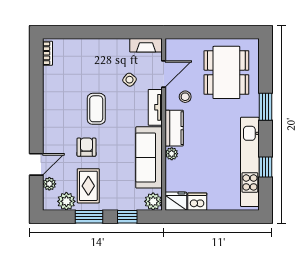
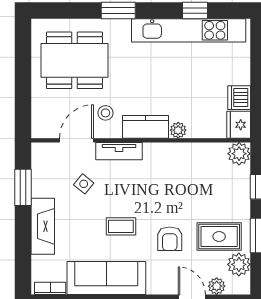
window: (127, 32) -> (23, 187), added
fireplace: (146, 45) -> (43, 226), moved, width x1.37, depth x1.32
door: (164, 74) -> (76, 140), hinge flipped
coffee table: (96, 109) -> (121, 226), width x0.73, depth x0.77
armchair: (86, 147) -> (170, 239), turned -90
sofa: (149, 157) -> (106, 278), moved, turned 180

